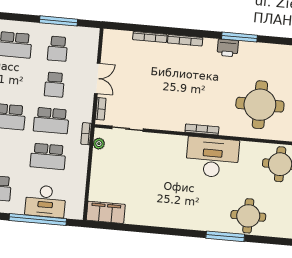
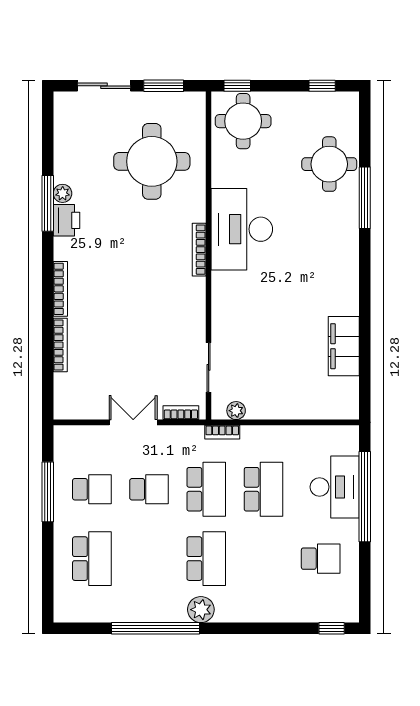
plant: (245, 47) -> (63, 193), added
filing cabinet: (106, 212) -> (344, 346), moved

